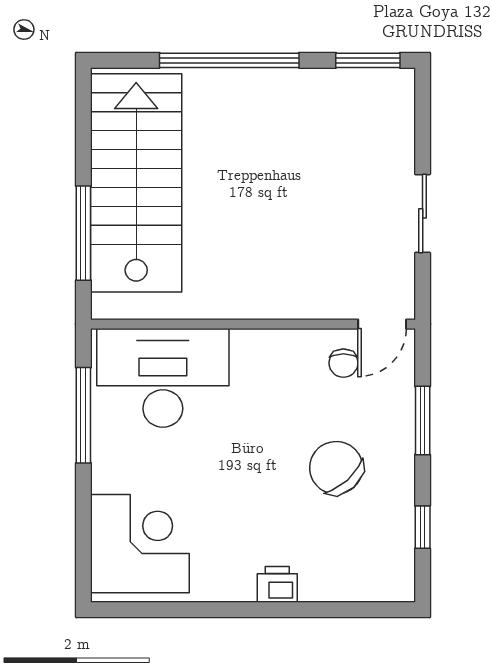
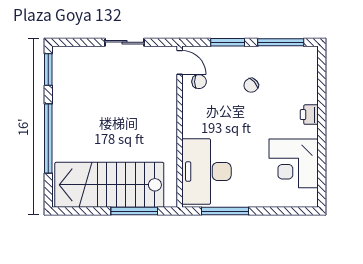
chair: (336, 468) -> (251, 85), width x0.54, depth x0.54
window: (423, 527) -> (281, 42), width x2.17
corner desk: (140, 544) -> (294, 163), moved, turned -90

